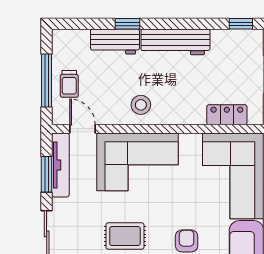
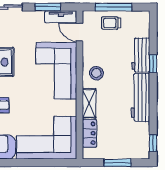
shelving: (184, 115) -> (89, 103), added
door: (82, 129) -> (80, 32), swing flipped
tv unit: (60, 165) -> (61, 17), width x0.71

